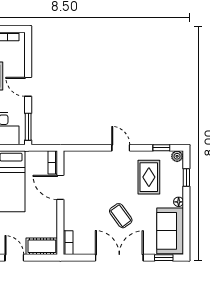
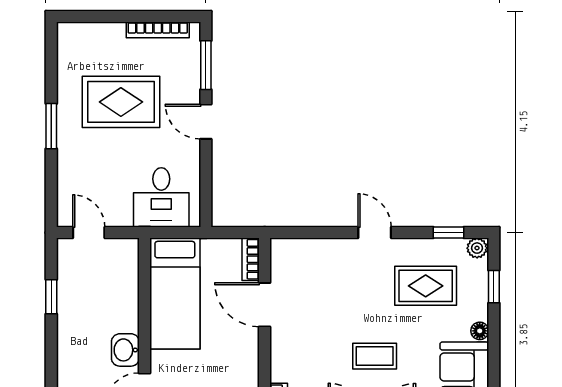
window: (28, 127) -> (206, 65), moved
rug: (149, 177) -> (426, 286), turned 90
coffee table: (121, 216) -> (375, 356), turned -54

